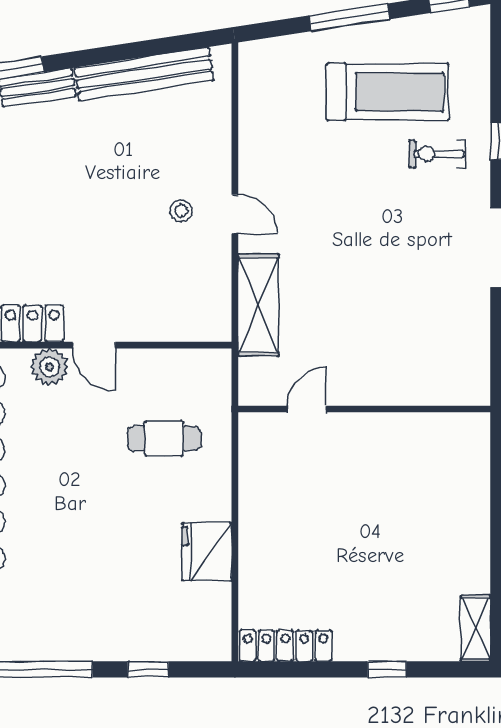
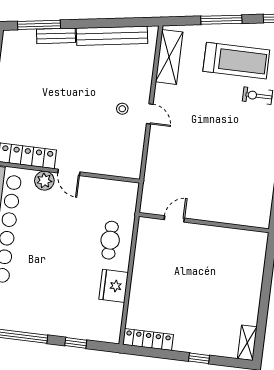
shelving: (258, 305) -> (169, 57), moved
cafe table: (164, 439) -> (110, 240), moved, turned 90

